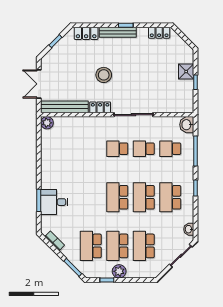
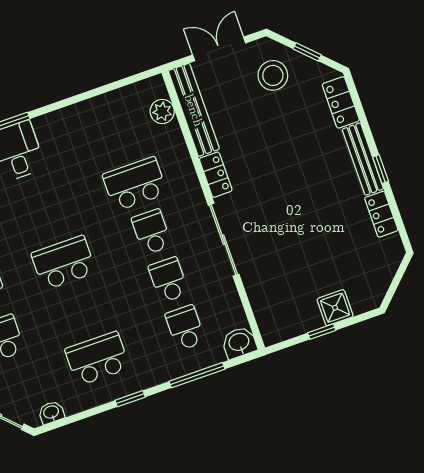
locker: (159, 33) -> (381, 214), moved
stool: (104, 75) -> (273, 75), moved
plant: (47, 123) -> (162, 112), moved
school desk: (144, 197) -> (135, 184), moved

